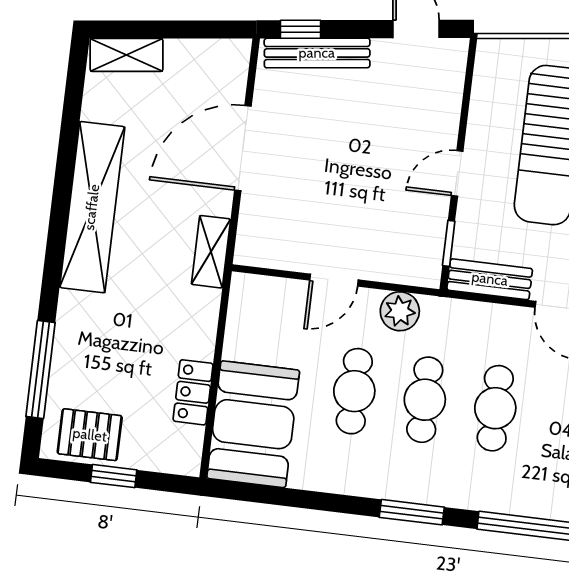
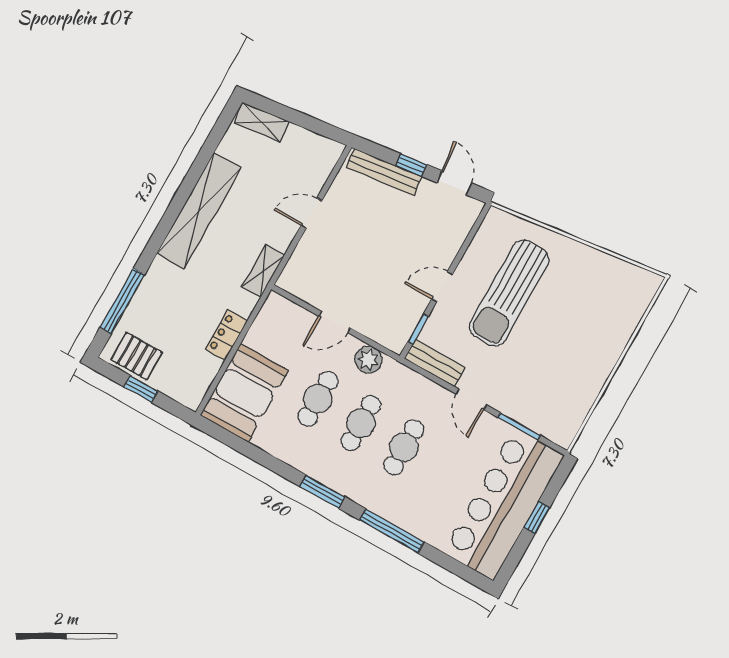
window: (300, 29) -> (411, 165), moved
door: (243, 148) -> (311, 213), width x0.53
locker: (193, 392) -> (226, 335), moved

